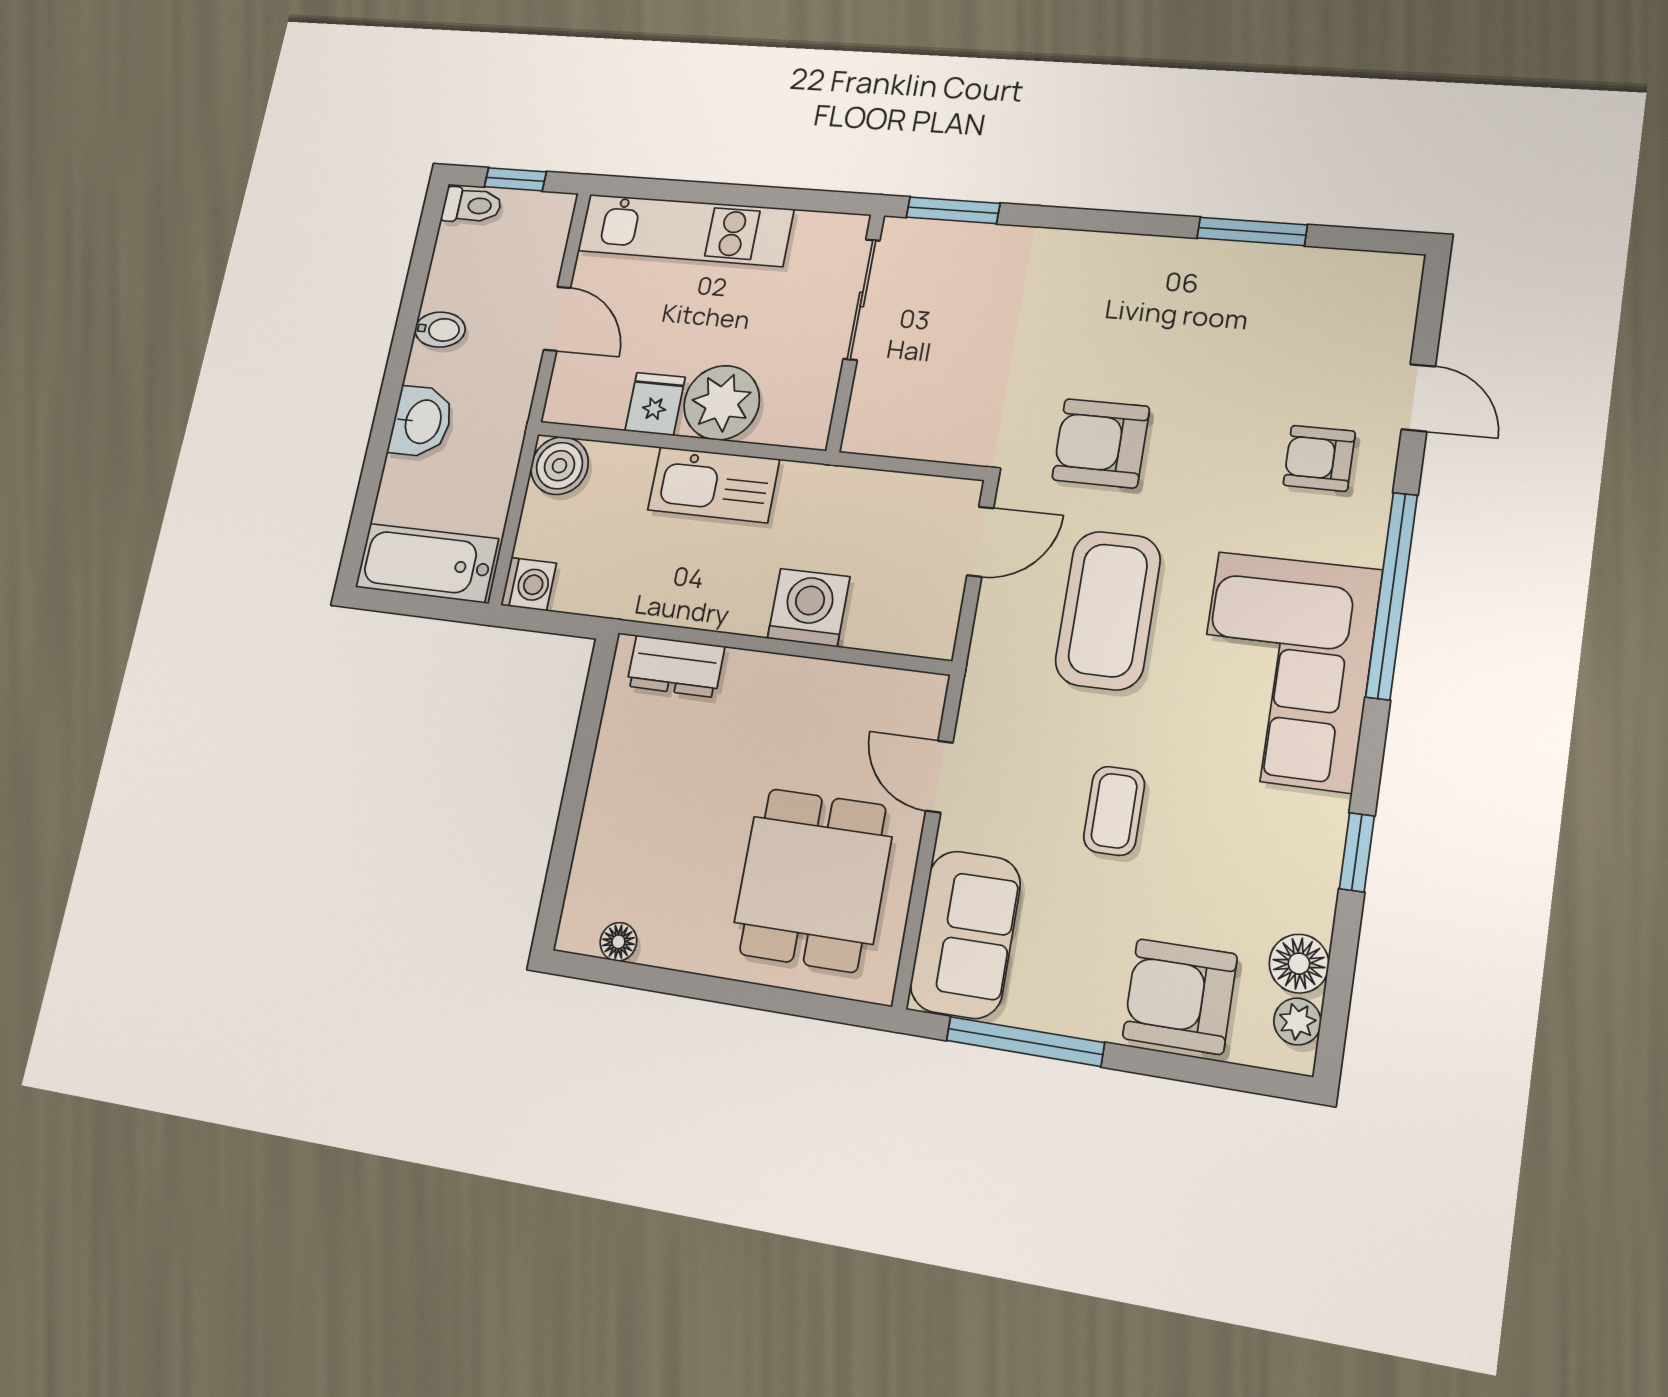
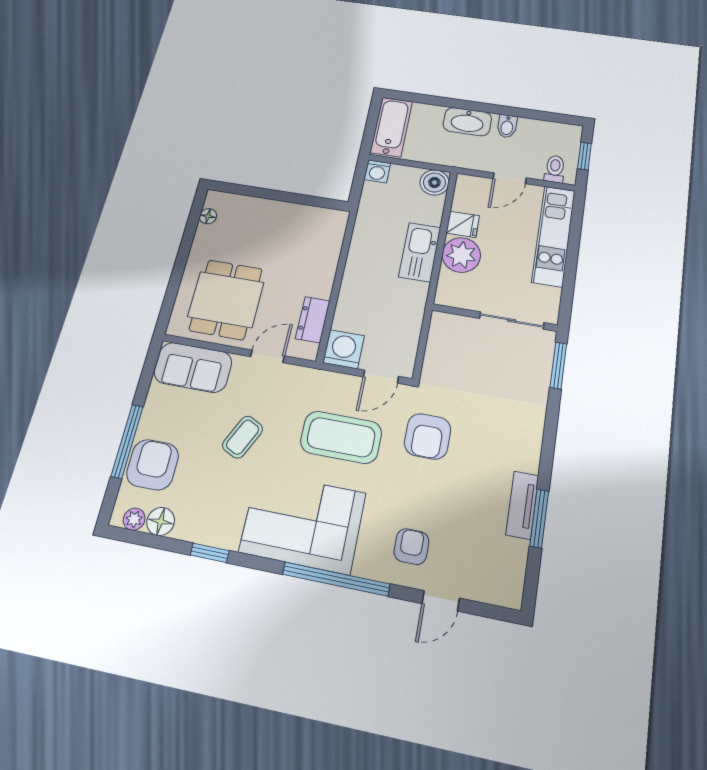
toilet: (472, 205) -> (555, 169), moved, turned 180
tv unit: (1228, 262) -> (522, 505), added
washbasin: (421, 422) -> (467, 122), width x1.38
armchair: (1101, 443) -> (428, 436), turned 180
door: (980, 542) -> (381, 377), hinge flipped
washing machine: (809, 607) -> (343, 349), moved, turned -90
dresser: (676, 666) -> (313, 320), moved
coffee table: (1114, 811) -> (243, 437), turned -64
dining table: (813, 880) -> (226, 299), turned 90
window: (1025, 1041) -> (127, 441), moved

